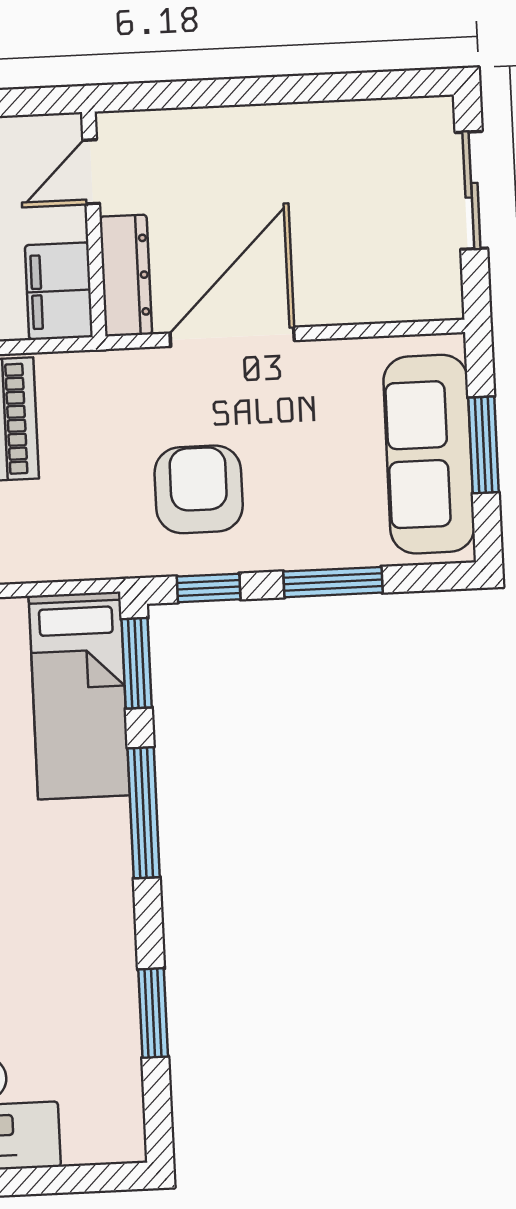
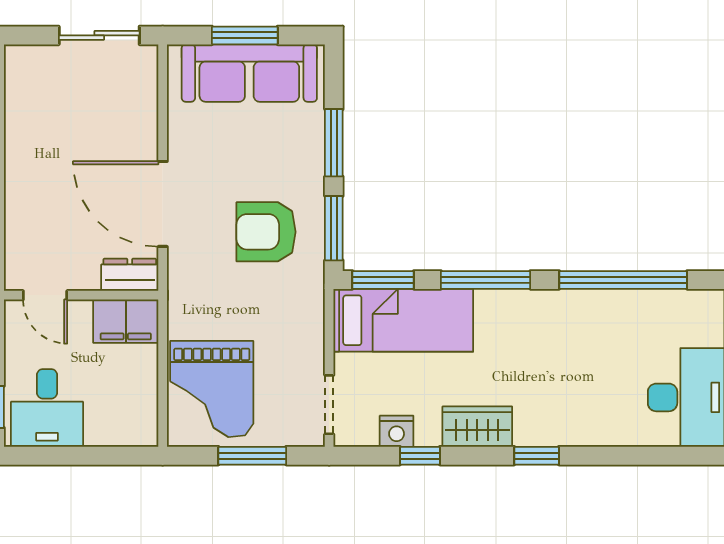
sliding door: (471, 190) -> (99, 35), moved
dresser: (126, 276) -> (130, 275), width x0.70
window: (209, 588) -> (334, 228), width x1.50
window: (153, 1013) -> (623, 280), width x2.11

